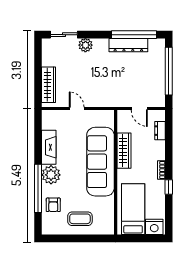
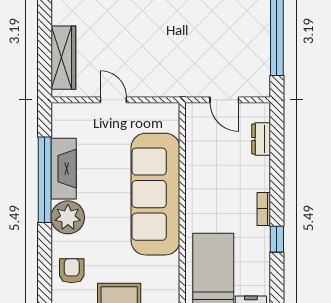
wardrobe: (124, 151) -> (197, 174), removed
window: (38, 188) -> (45, 180), moved
armchair: (53, 205) -> (72, 271), turned 180

